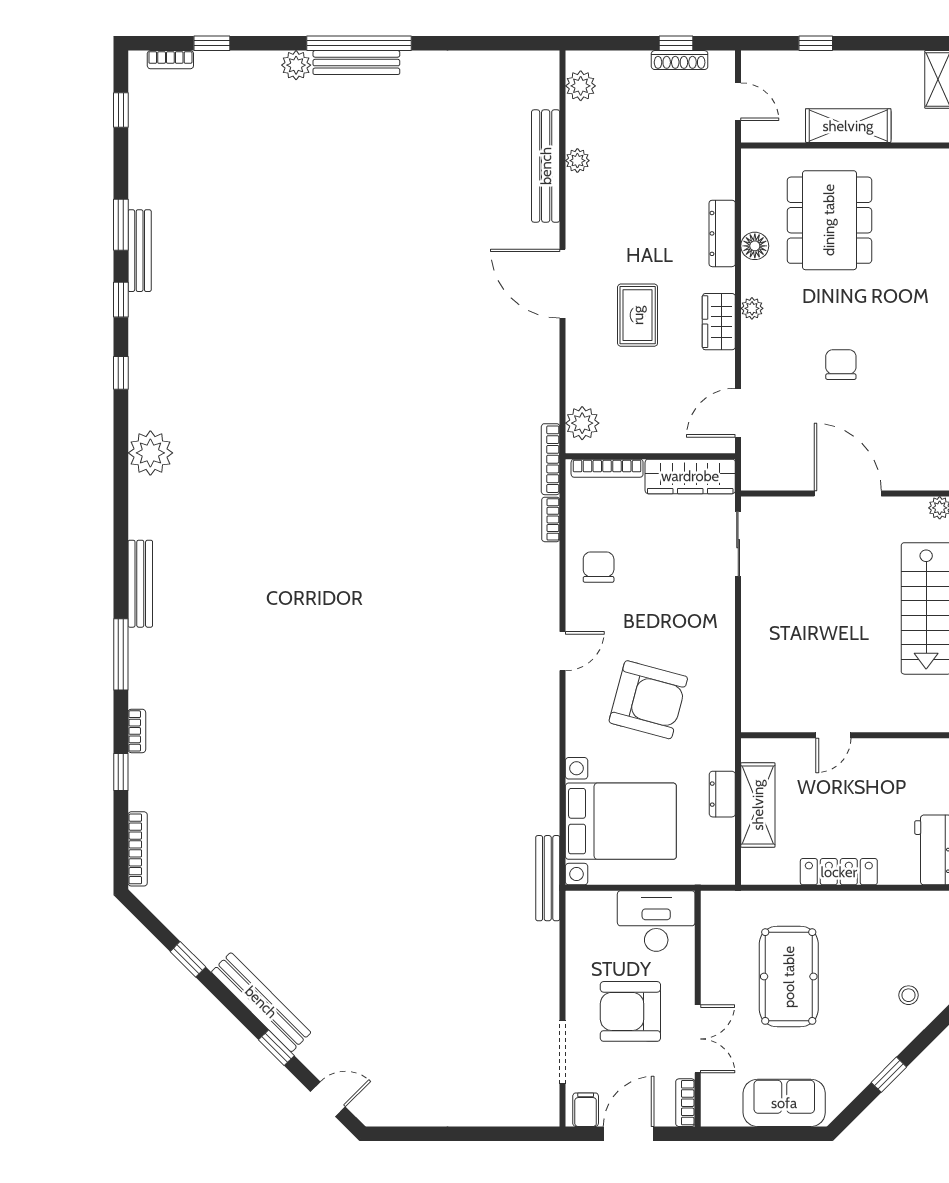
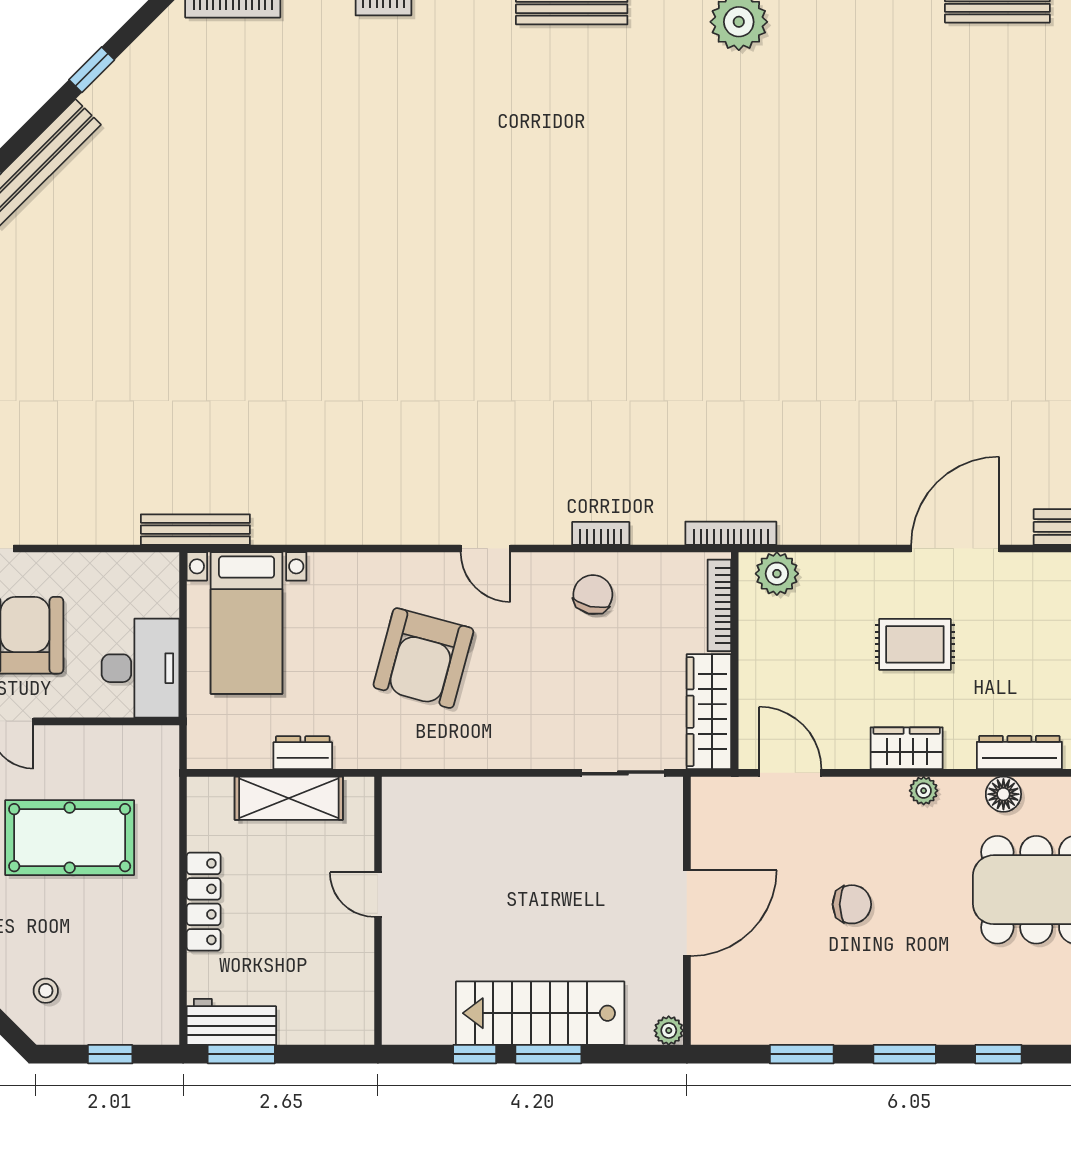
bookcase: (551, 519) -> (601, 533), moved
chair: (599, 567) -> (593, 595), turned -77
bed with nightstands: (621, 821) -> (247, 623), width x0.73

